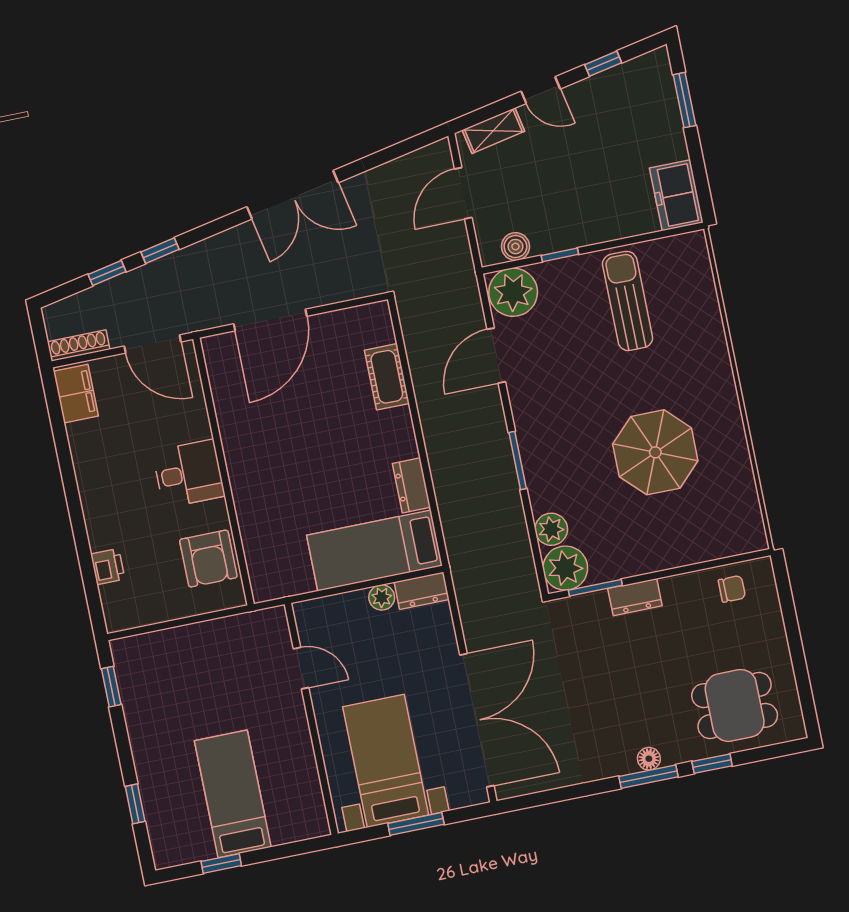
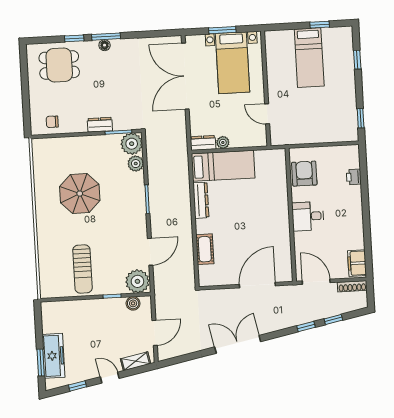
freezer: (676, 195) -> (53, 356), moved, width x1.40
dresser: (411, 485) -> (201, 200), width x1.44

